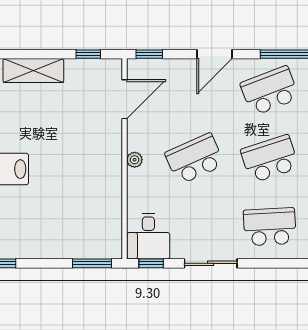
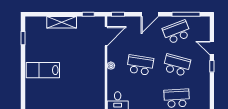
school desk: (195, 159) -> (140, 65), turned 33
school desk: (270, 159) -> (177, 65), turned 33

